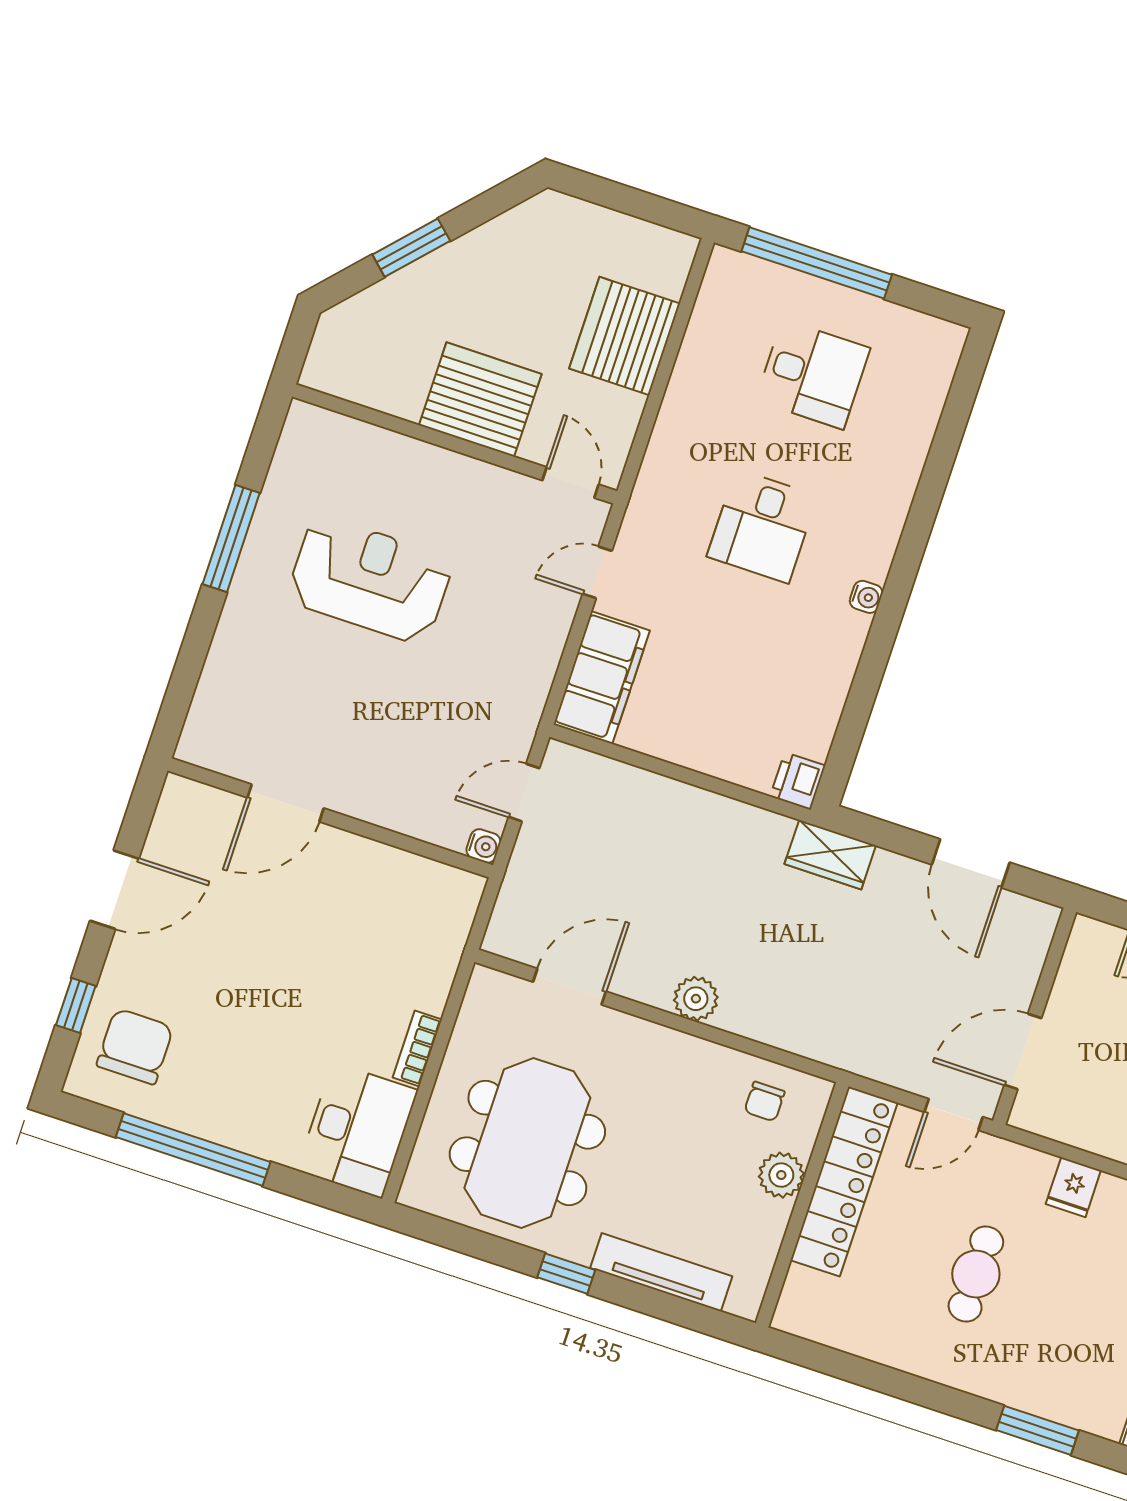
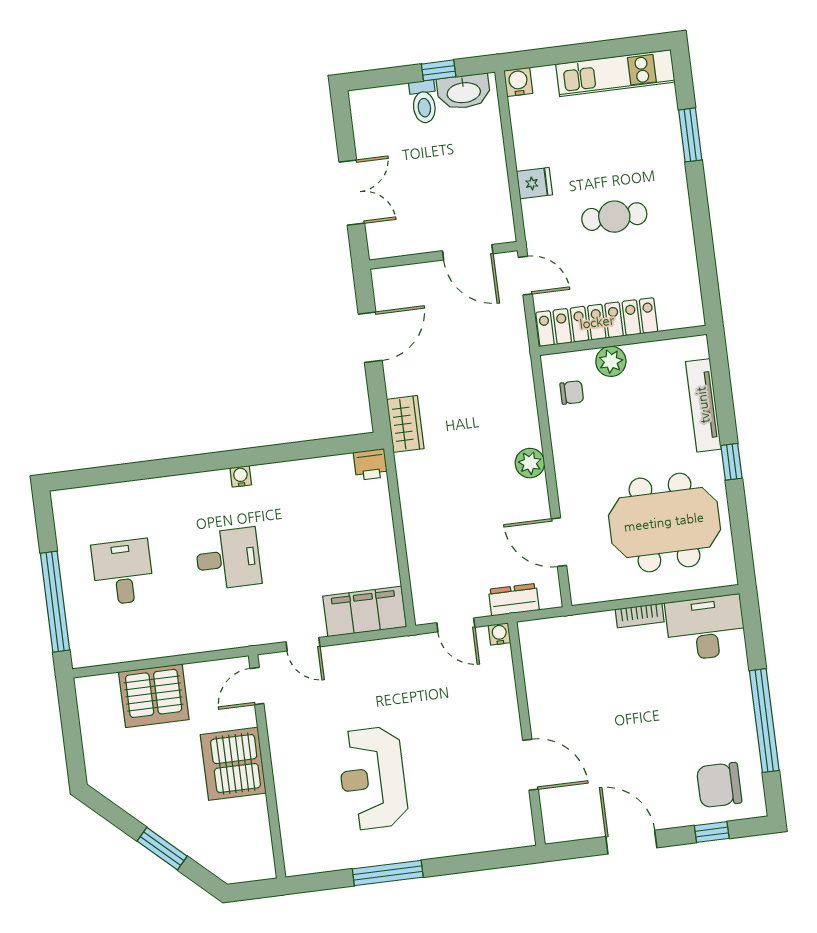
dresser: (520, 888) -> (514, 600), added

